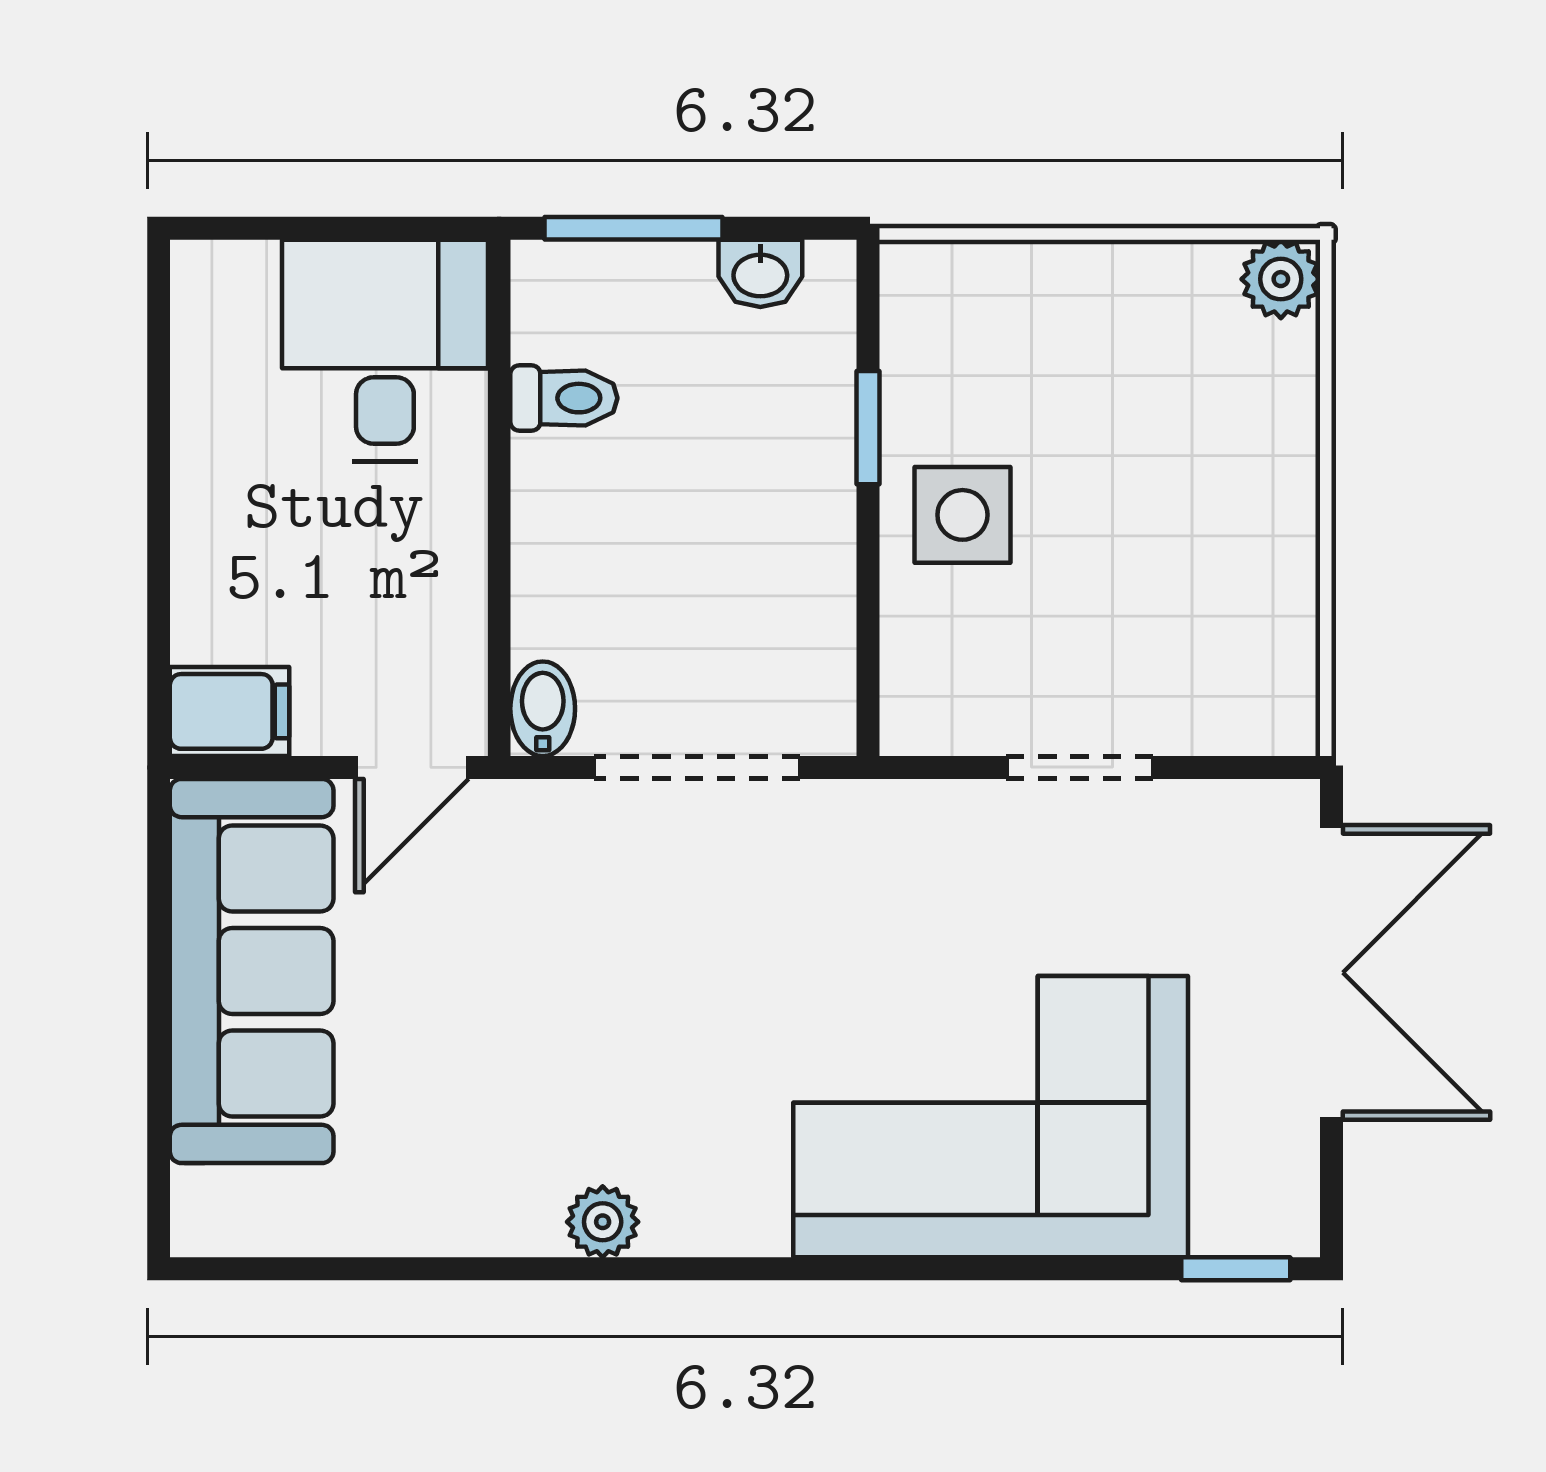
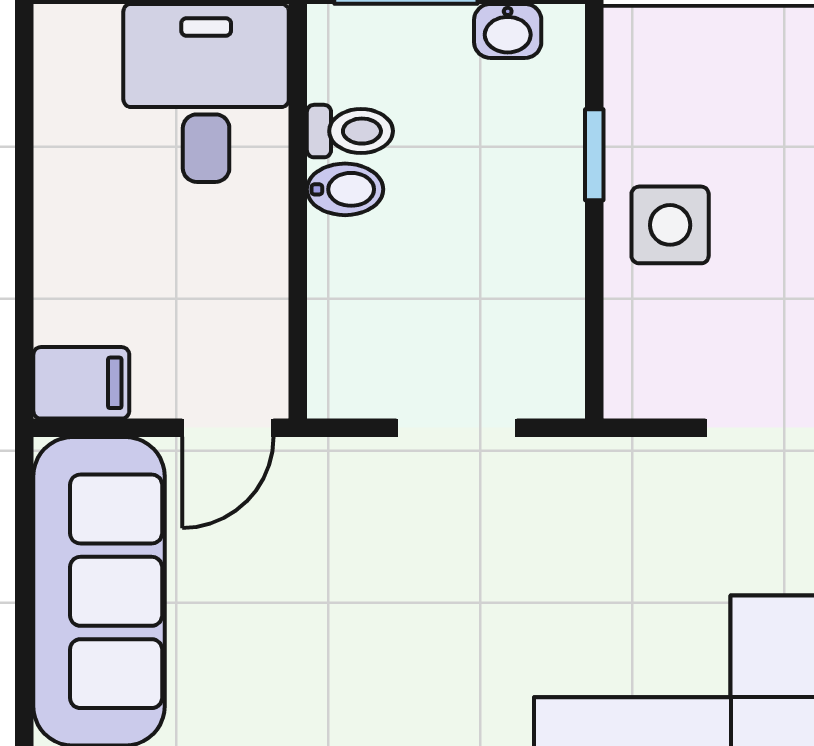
bidet: (543, 709) -> (345, 189), moved, turned 90
doorway: (697, 767) -> (457, 428), width x0.73

